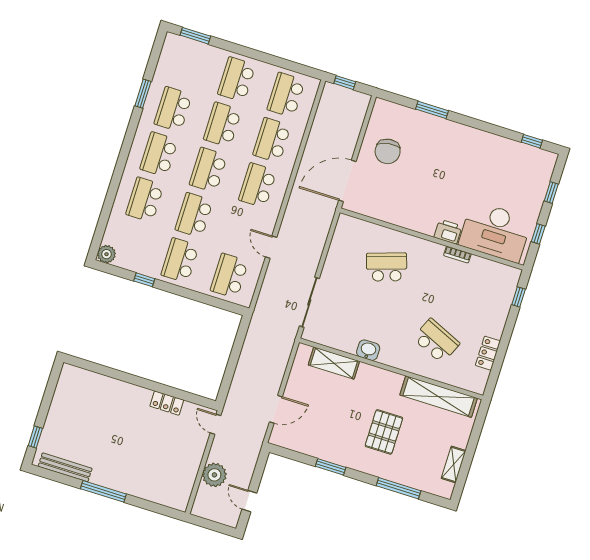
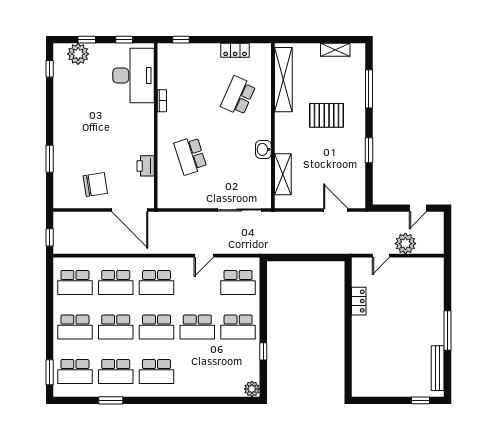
plant: (538, 178) -> (78, 54), added
school desk: (145, 200) -> (75, 372), moved
printer: (448, 232) -> (146, 166), moved
door: (215, 424) -> (381, 256), moved

